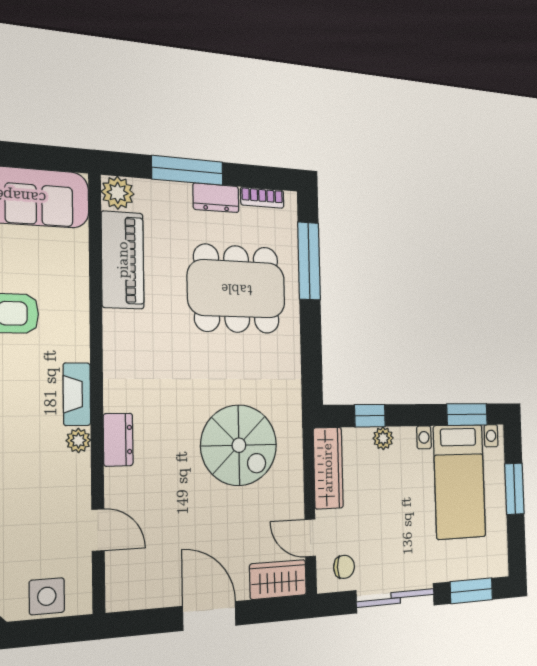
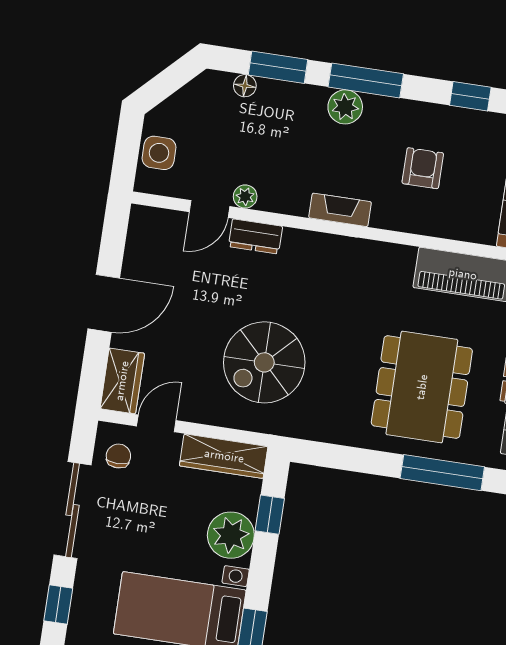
plant: (383, 438) -> (231, 535), width x1.87, depth x1.87
plant: (78, 440) -> (245, 197), moved
dresser: (118, 440) -> (255, 236), moved
chair: (344, 567) -> (118, 456), turned 180
window: (471, 591) -> (58, 604), width x0.67

